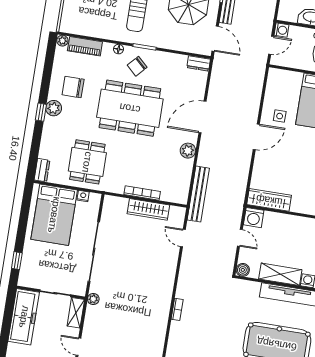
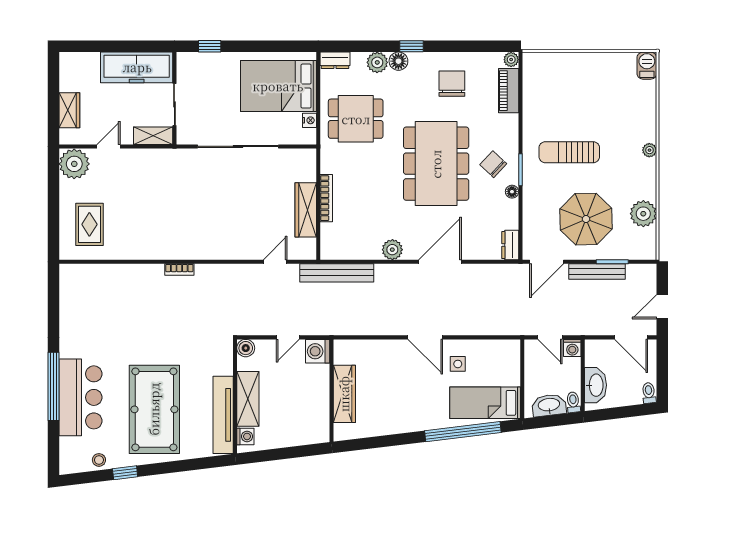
floor lamp: (119, 49) -> (512, 192), moved
plant: (54, 108) -> (377, 62), moved
door: (202, 117) -> (440, 262), hinge flipped
floor lamp: (50, 124) -> (398, 61), added
wardrobe: (269, 200) -> (344, 394), moved
plant: (93, 299) -> (175, 156), removed

